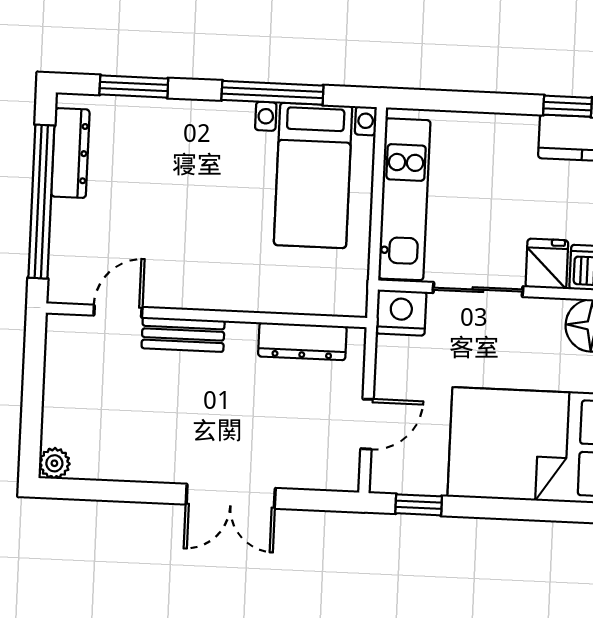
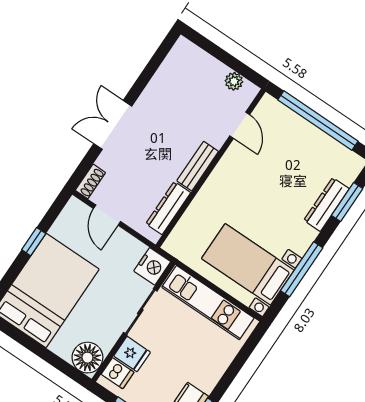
dresser: (70, 153) -> (326, 204), moved, turned 90
bench: (183, 334) -> (198, 166), moved
plant: (54, 463) -> (234, 81), moved
shoe rack: (333, 478) -> (90, 181), added
window: (419, 505) -> (34, 242), moved

